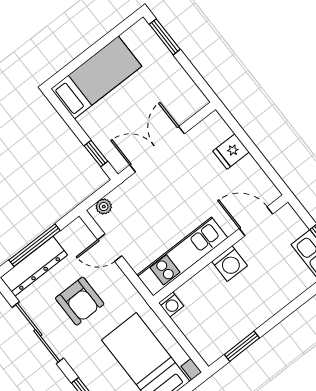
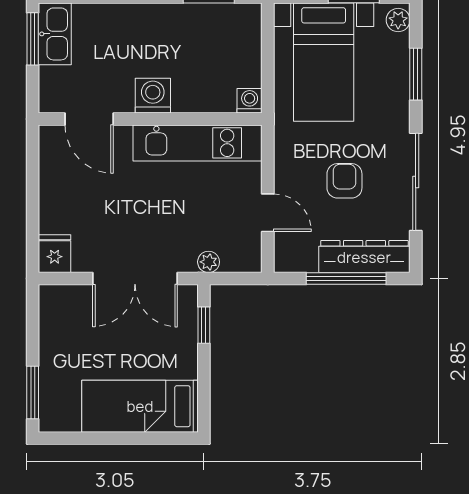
fridge: (231, 152) -> (55, 254), moved, turned -90
plant: (104, 207) -> (209, 262), moved
armchair: (80, 301) -> (344, 181), width x0.72, depth x0.72

